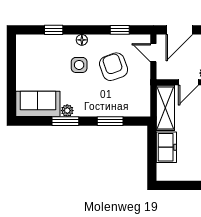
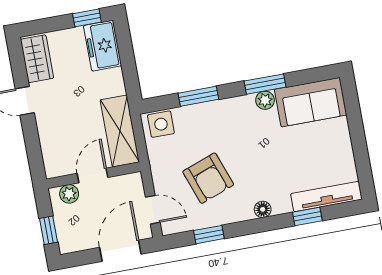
tv unit: (39, 41) -> (326, 196), added
side table: (79, 65) -> (161, 124), moved
freezer: (166, 147) -> (103, 46), moved
window: (173, 185) -> (87, 18), added

